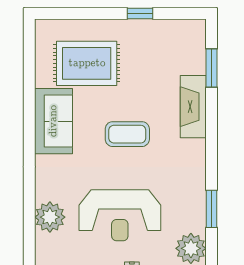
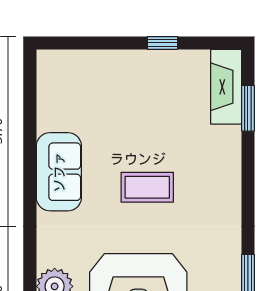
rug: (87, 63) -> (99, 103), removed
fireplace: (193, 107) -> (226, 87), moved

